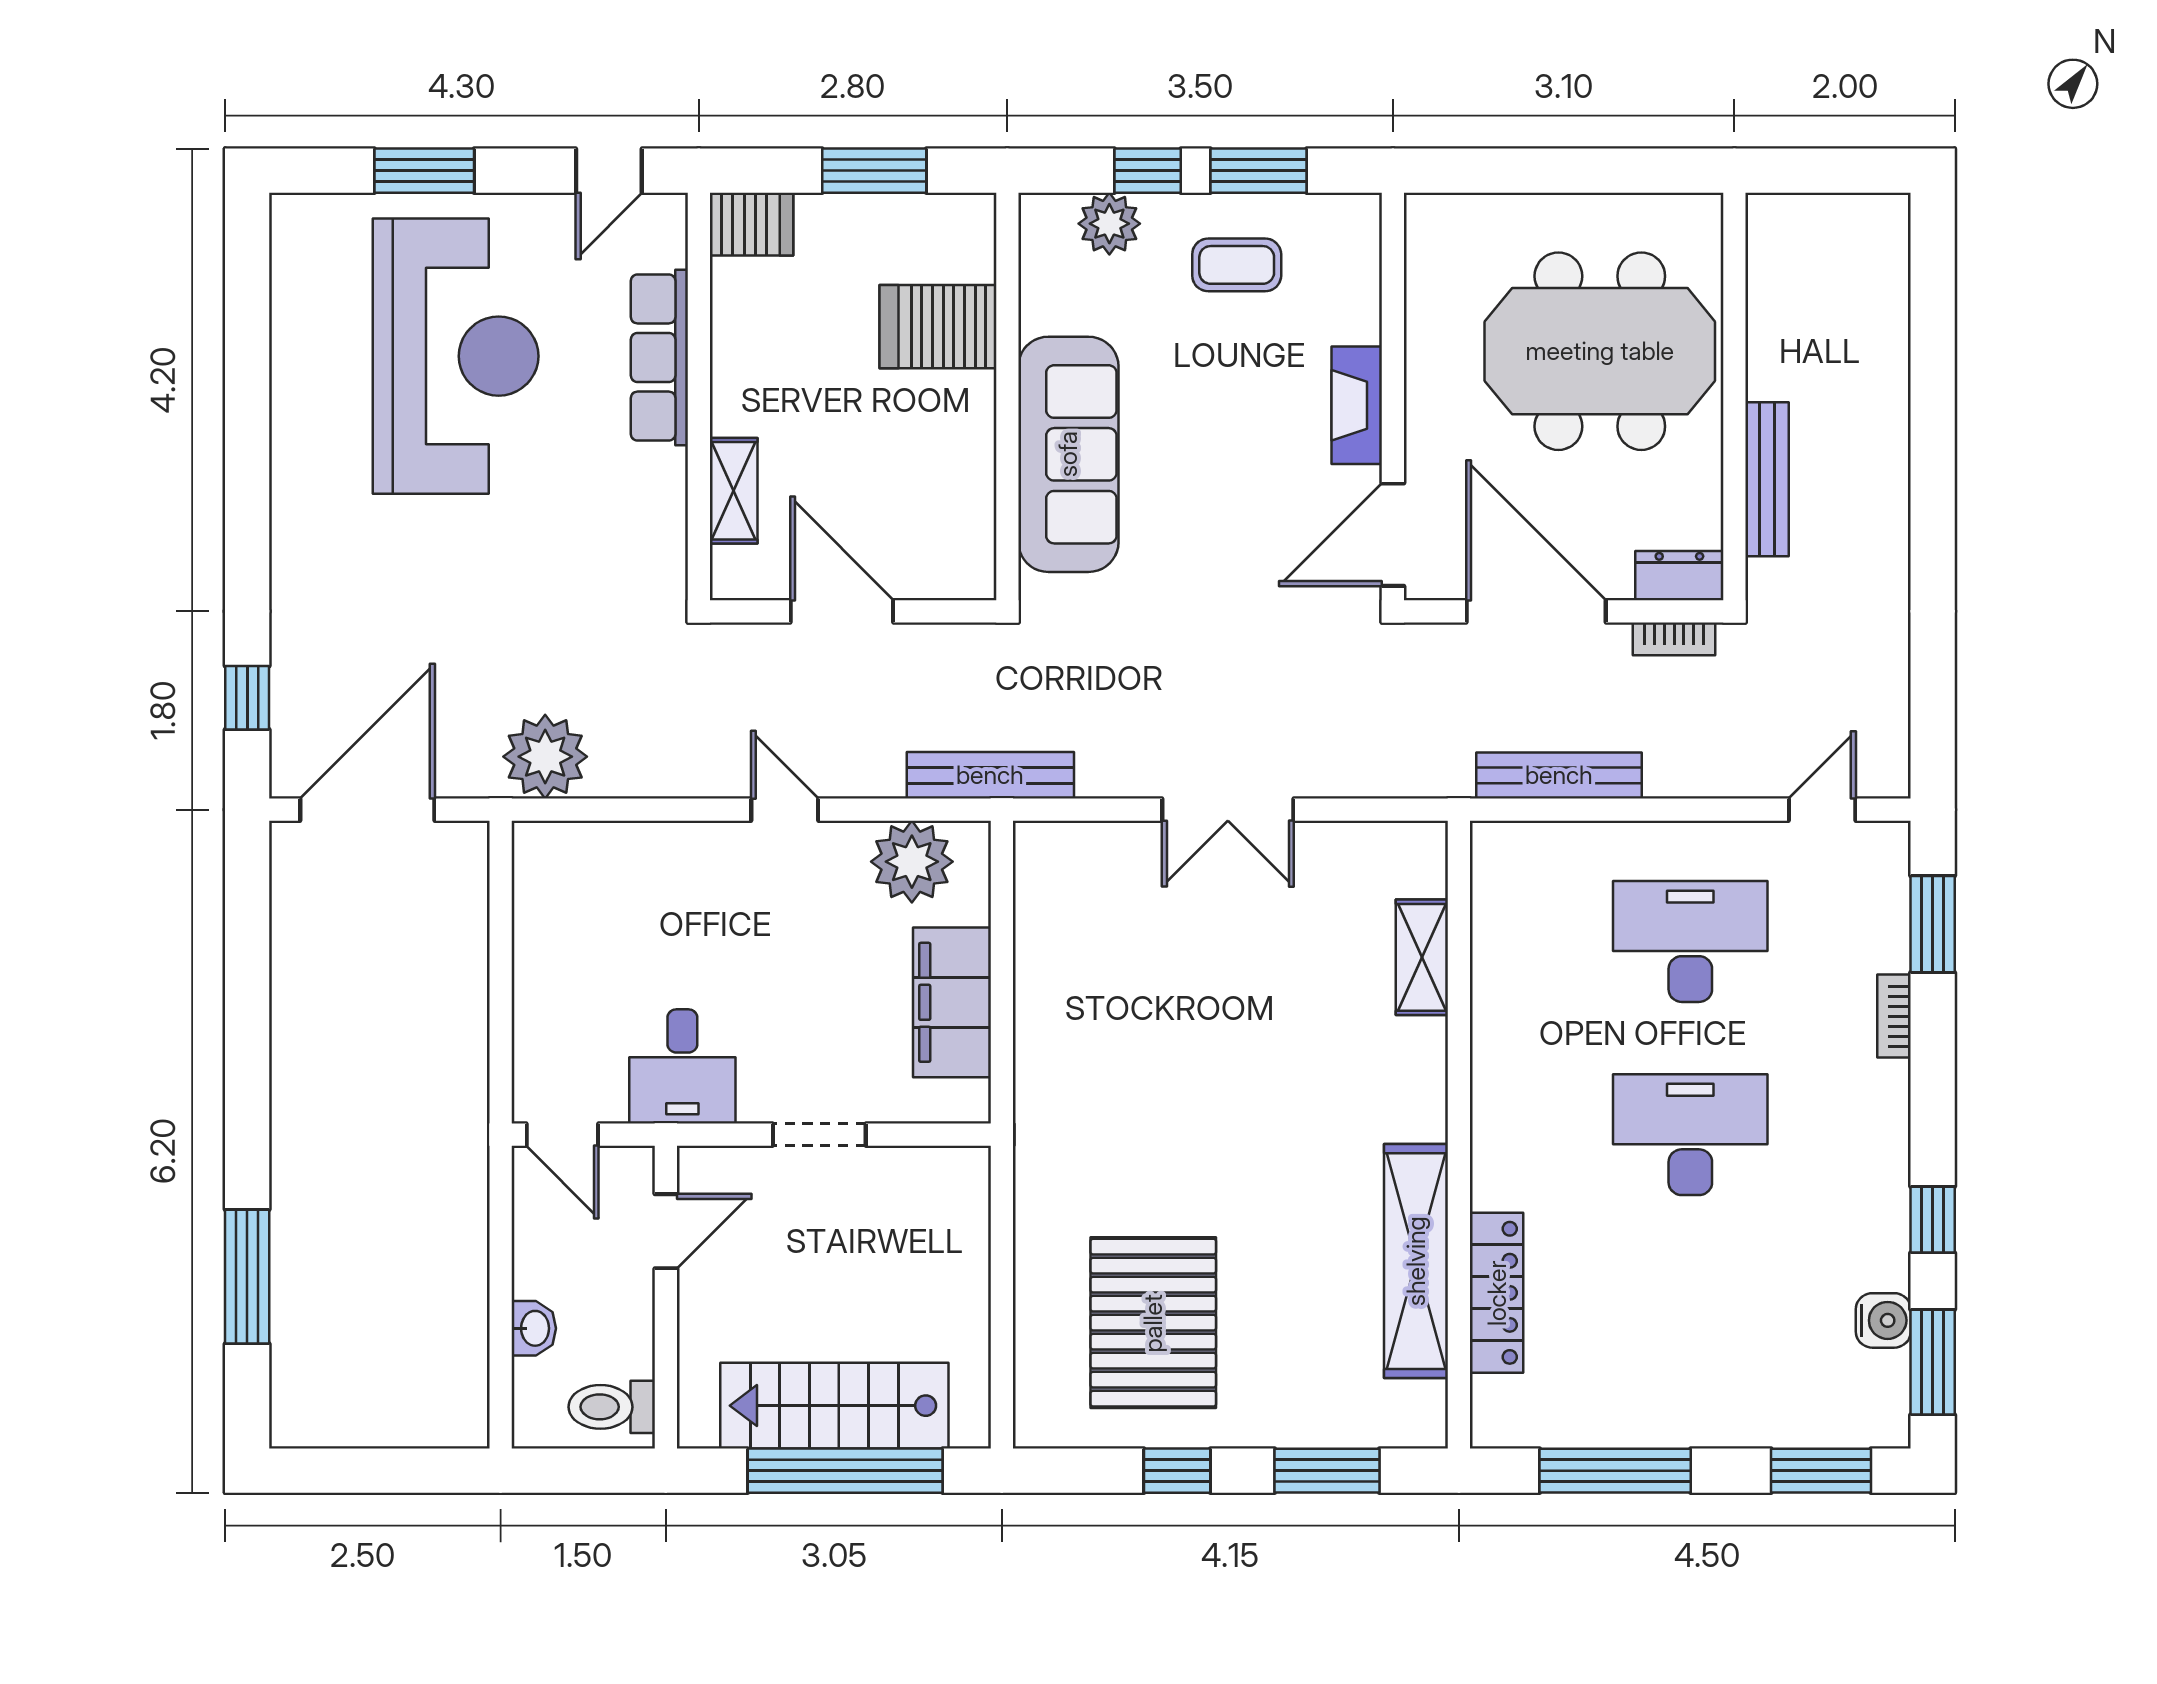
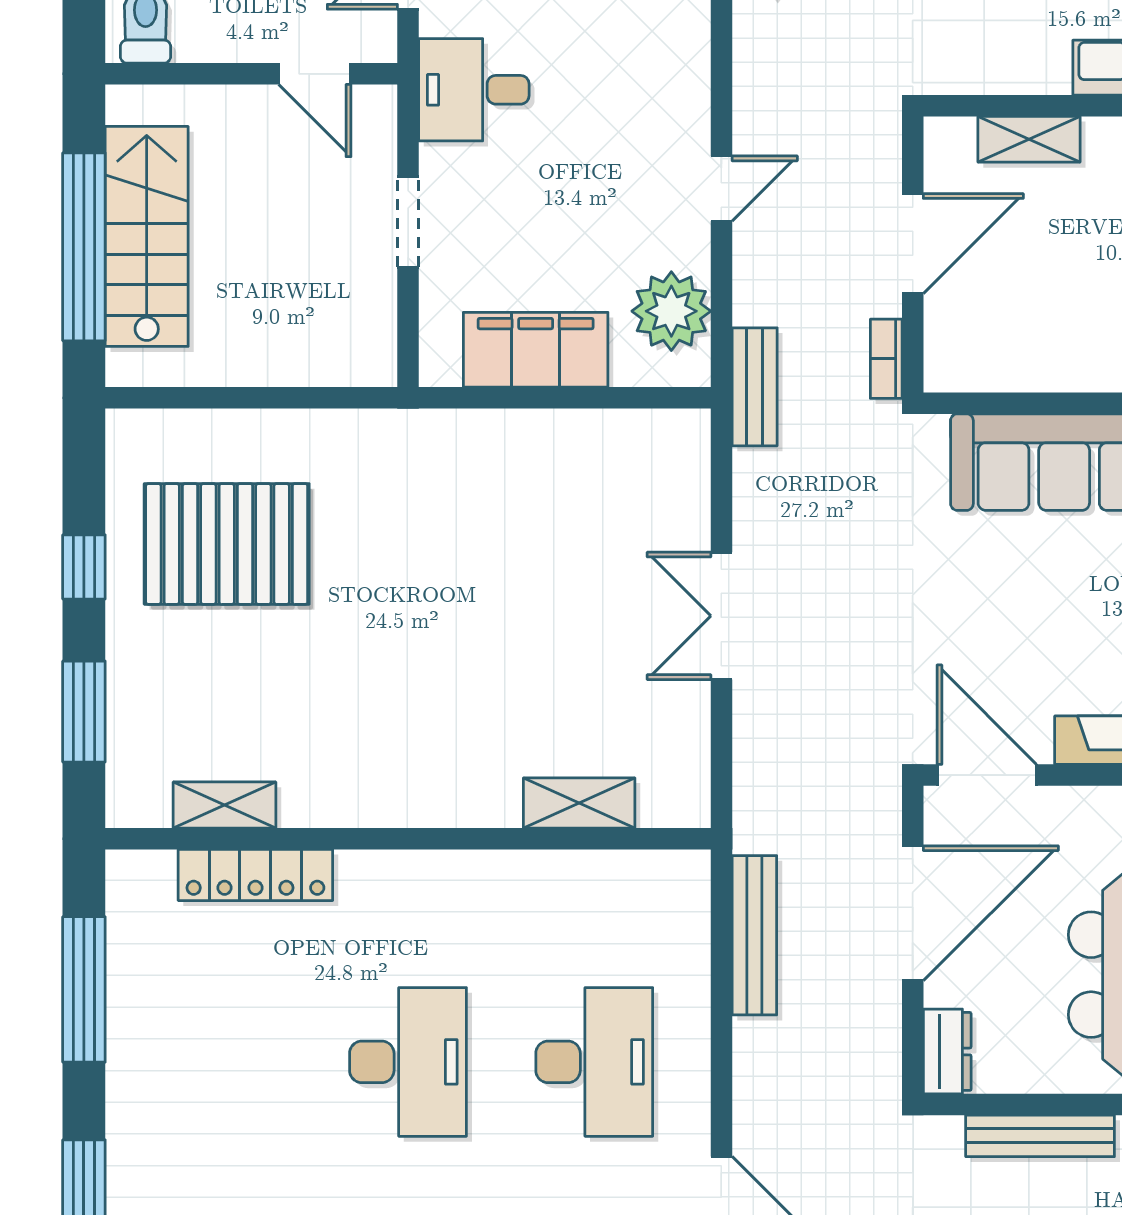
bookcase: (1674, 639) -> (886, 359), moved
bench: (990, 775) -> (755, 387), width x0.73
shelving: (1416, 1261) -> (224, 805), width x0.45, depth x0.75

